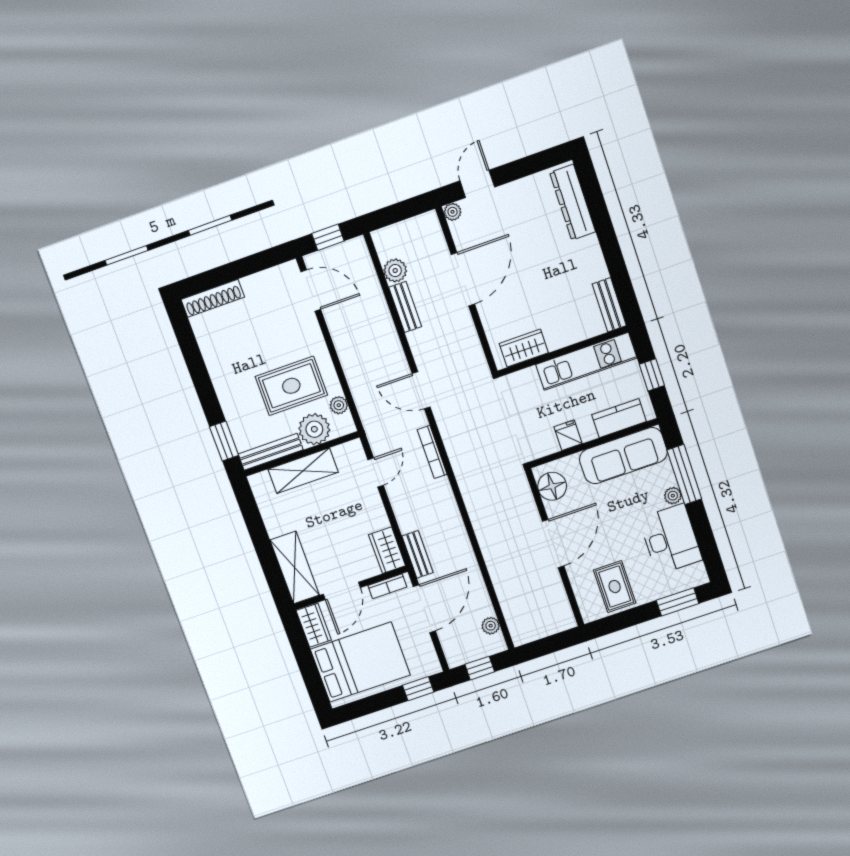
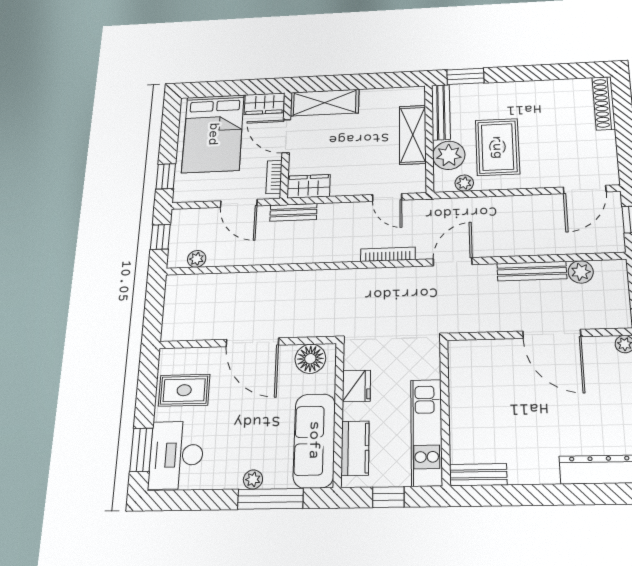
bench: (405, 307) -> (532, 271), width x1.36
wardrobe: (524, 348) -> (462, 373), removed
fridge: (568, 435) -> (356, 386), width x1.38
desk: (671, 539) -> (176, 455), moved, turned 90
door: (424, 609) -> (239, 203), width x0.73

